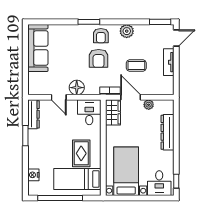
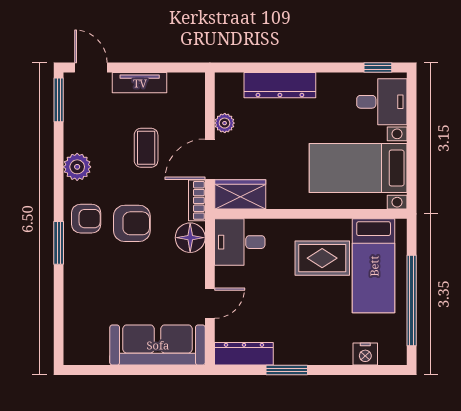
sofa: (38, 48) -> (158, 345), moved
floor lamp: (77, 88) -> (190, 238), moved

